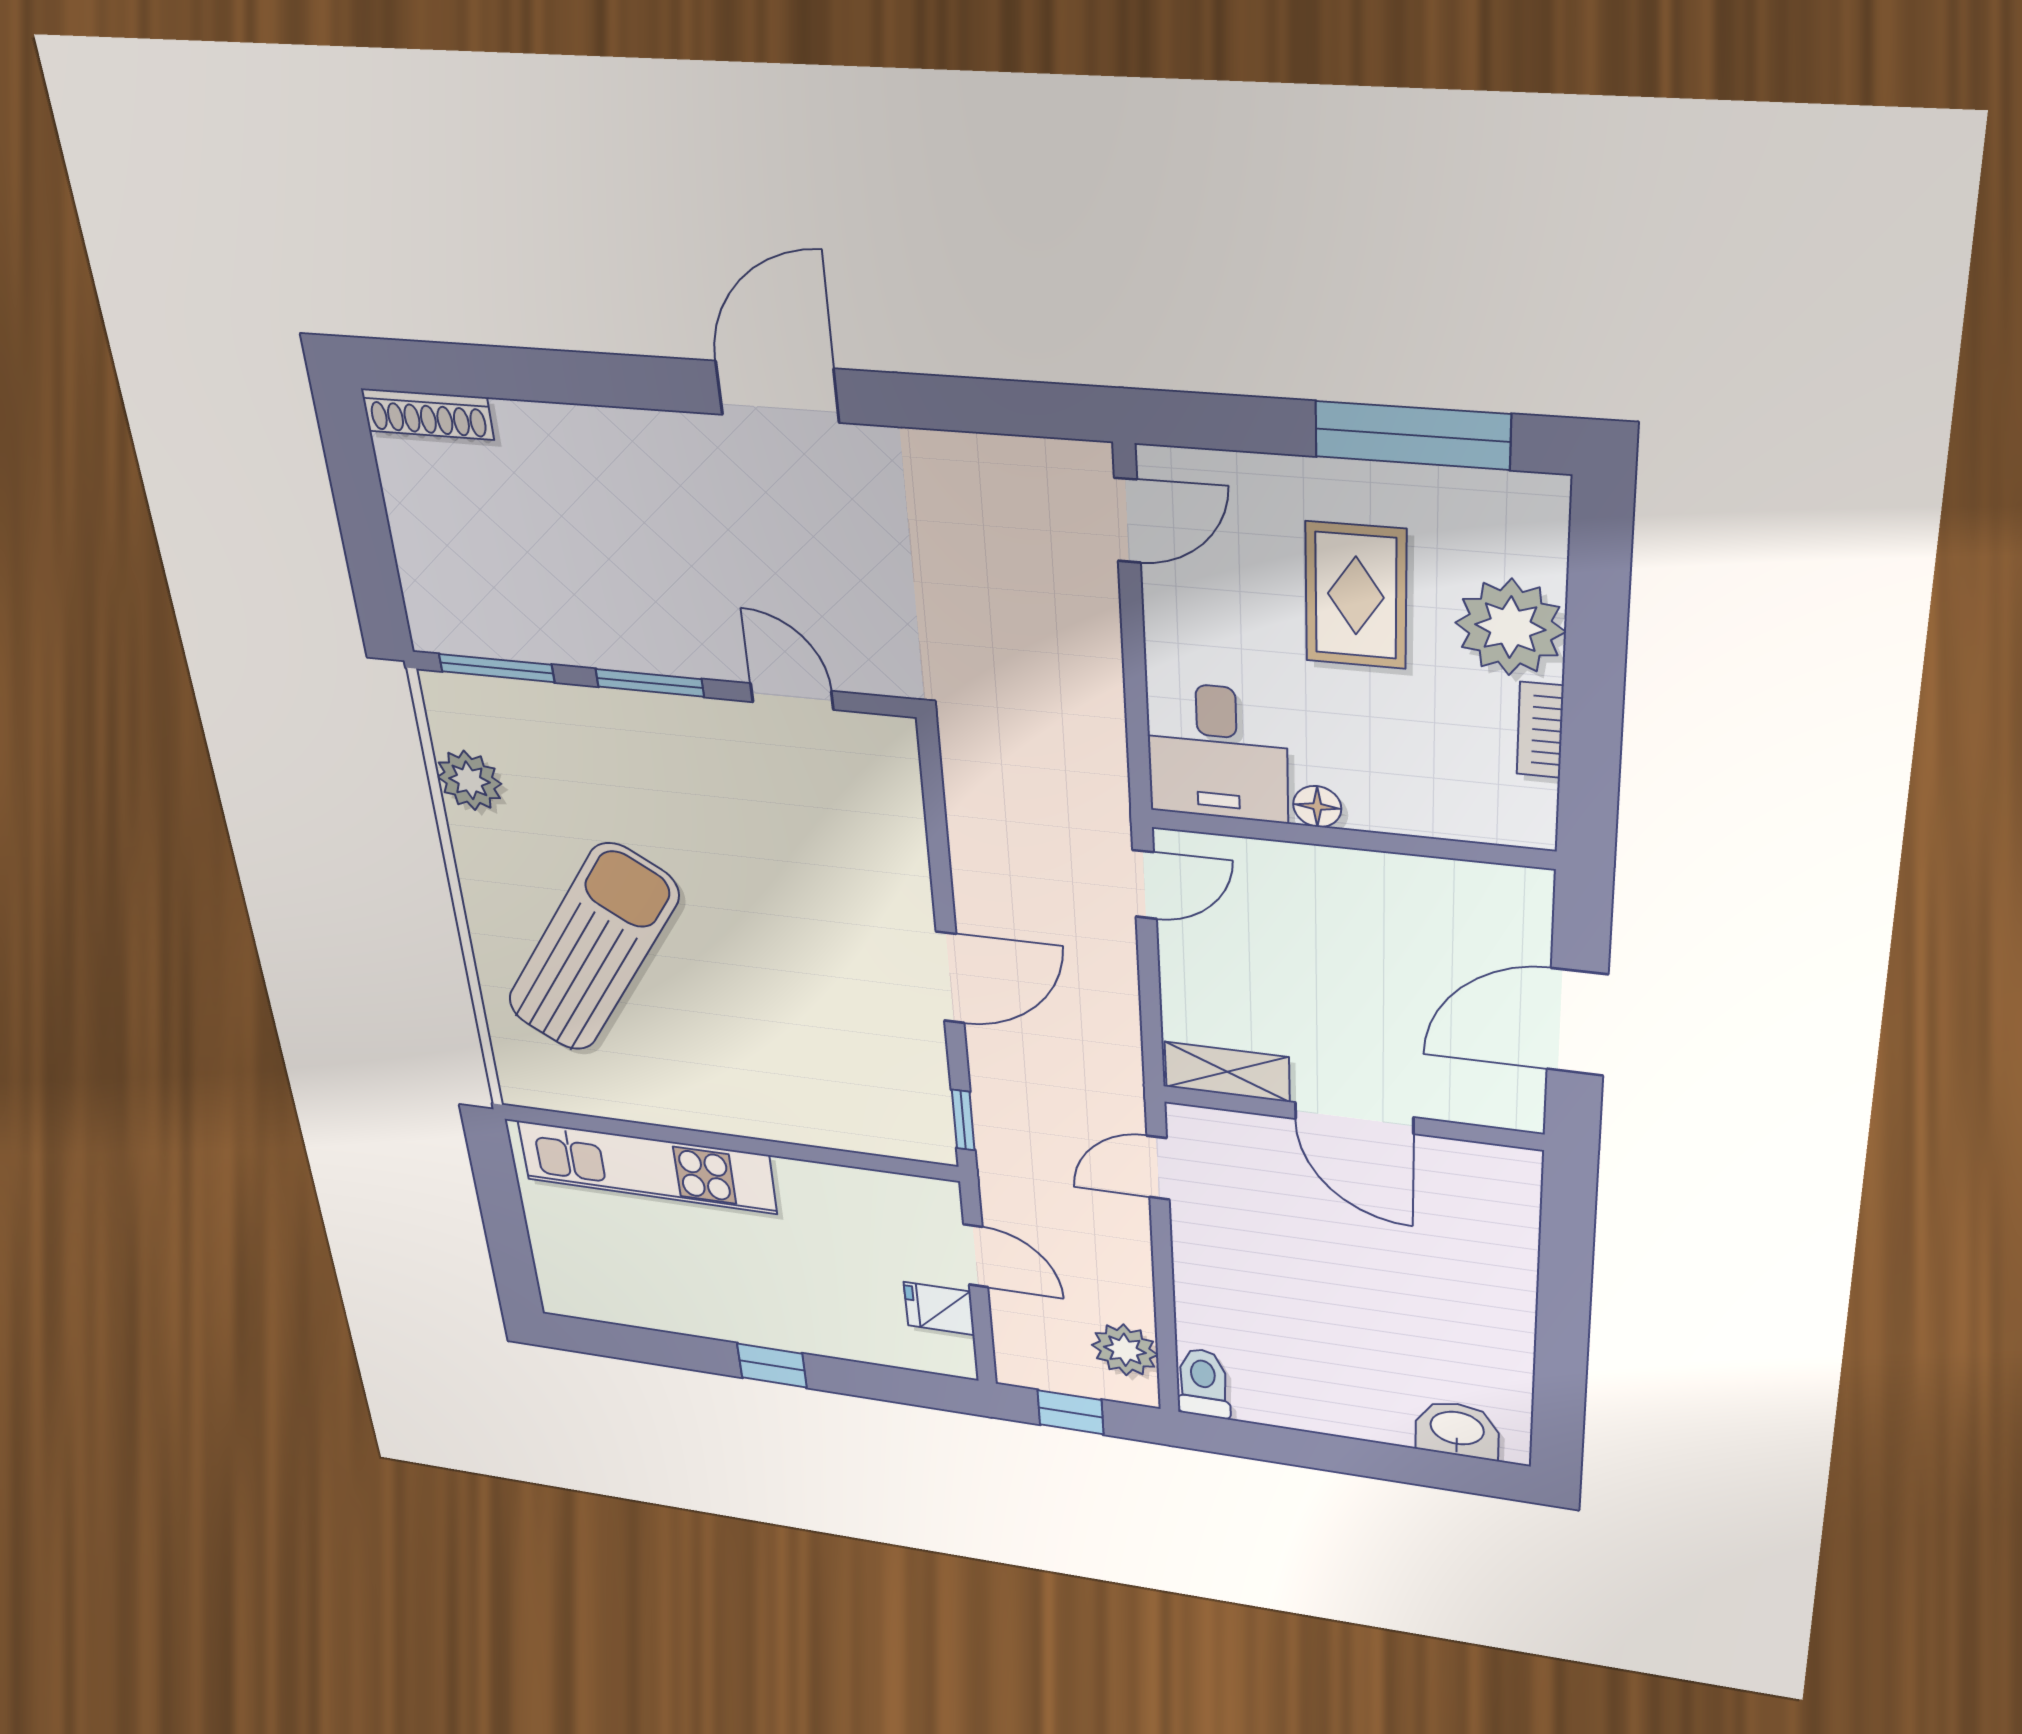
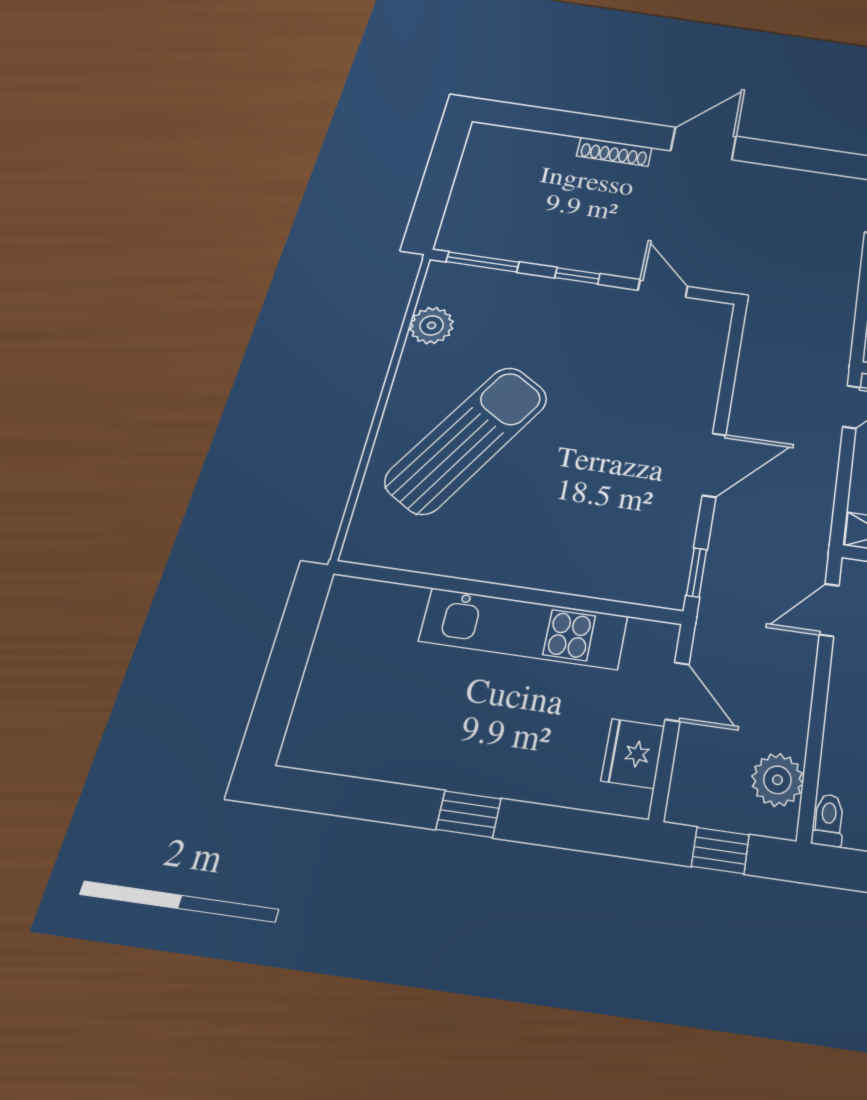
shoe rack: (427, 414) -> (614, 152), moved
window: (650, 683) -> (577, 276), width x0.67
kitchen unit: (647, 1167) -> (524, 629), moved
fridge: (939, 1309) -> (633, 753), width x1.38
toilet: (1203, 1383) -> (828, 820), width x0.73, depth x0.72

